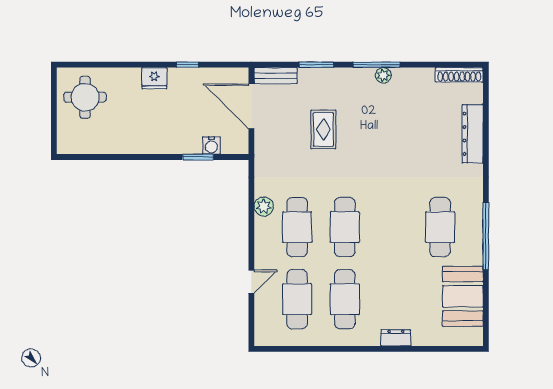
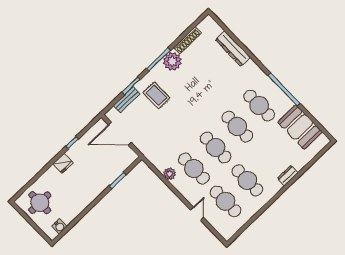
plant: (383, 75) -> (172, 61), width x1.88, depth x1.88
shoe rack: (459, 75) -> (187, 40), moved
bench: (276, 76) -> (127, 100), moved
rug: (323, 129) -> (157, 95), moved
water cooler: (211, 145) -> (59, 226), moved
cafe table: (392, 227) -> (237, 126), added

